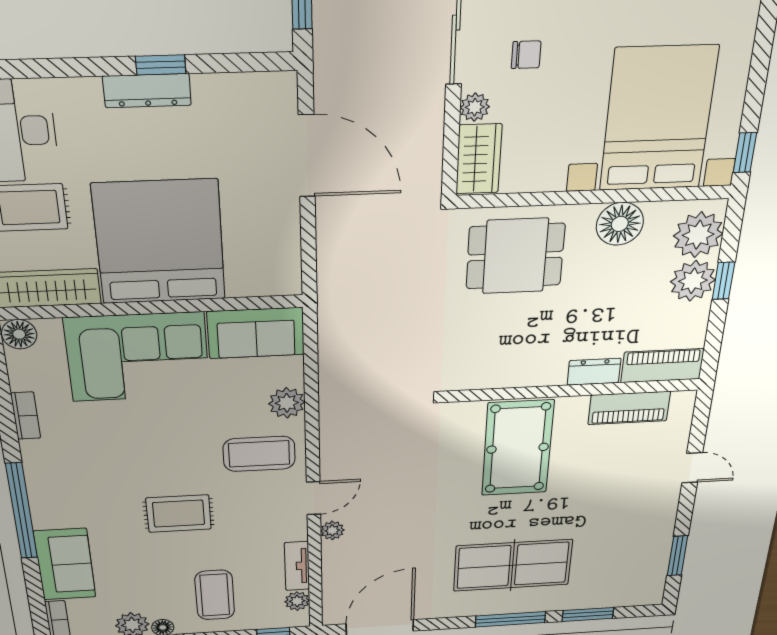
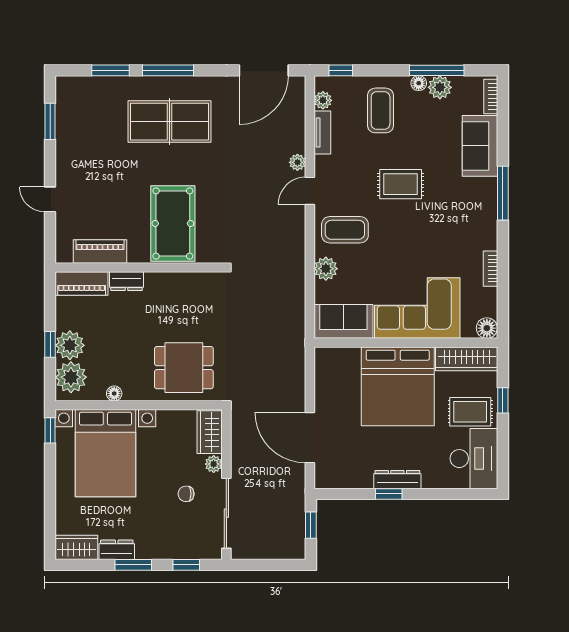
floor lamp: (620, 224) -> (114, 393), width x0.53, depth x0.53
window: (22, 511) -> (503, 193), width x0.68

